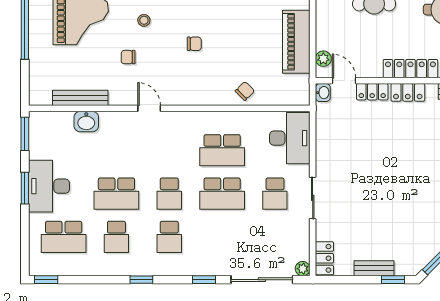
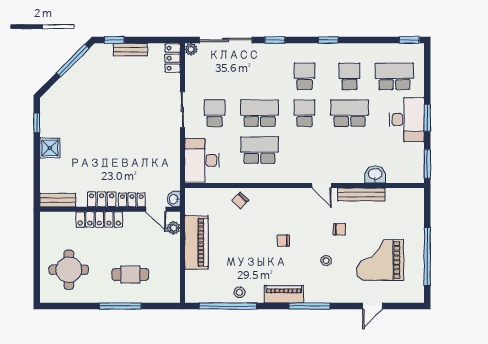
bench: (80, 98) -> (361, 195), moved

